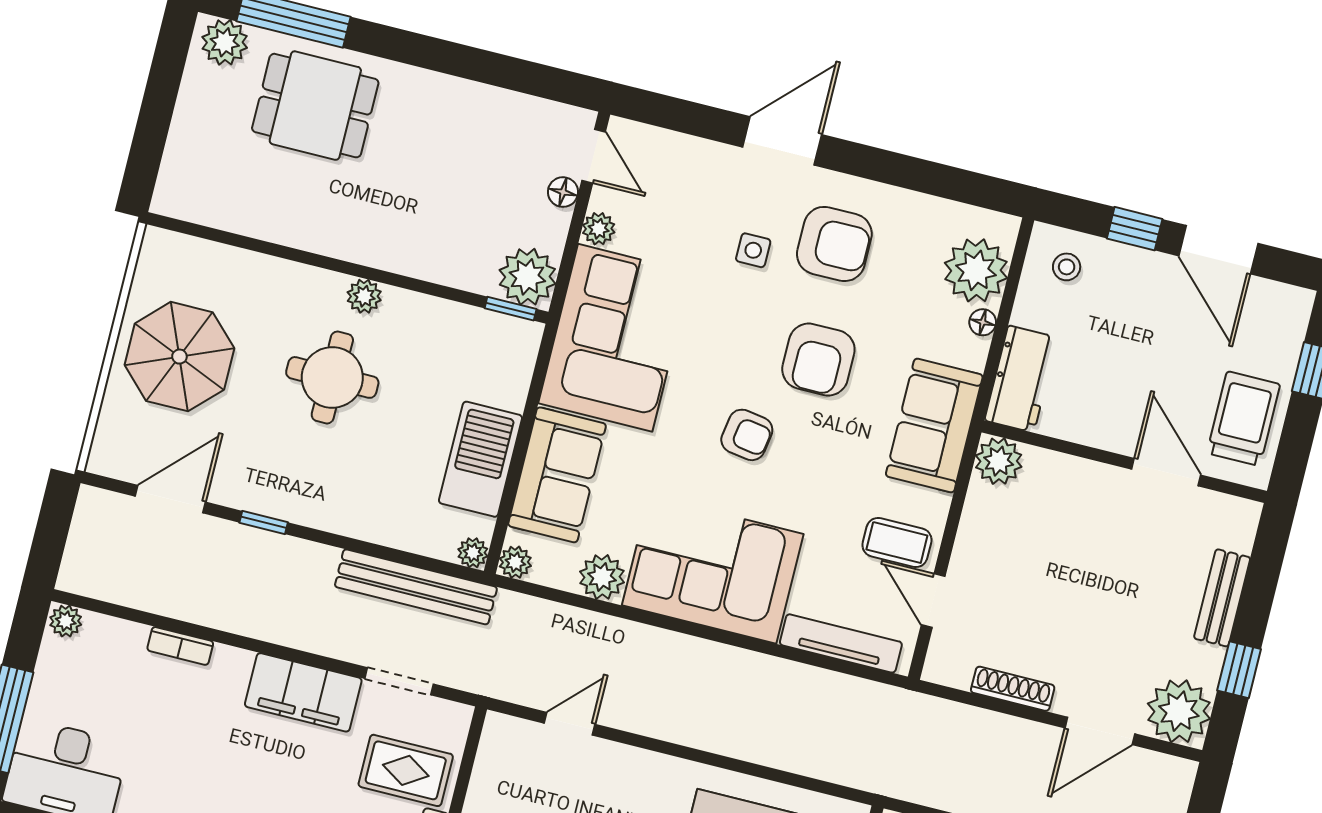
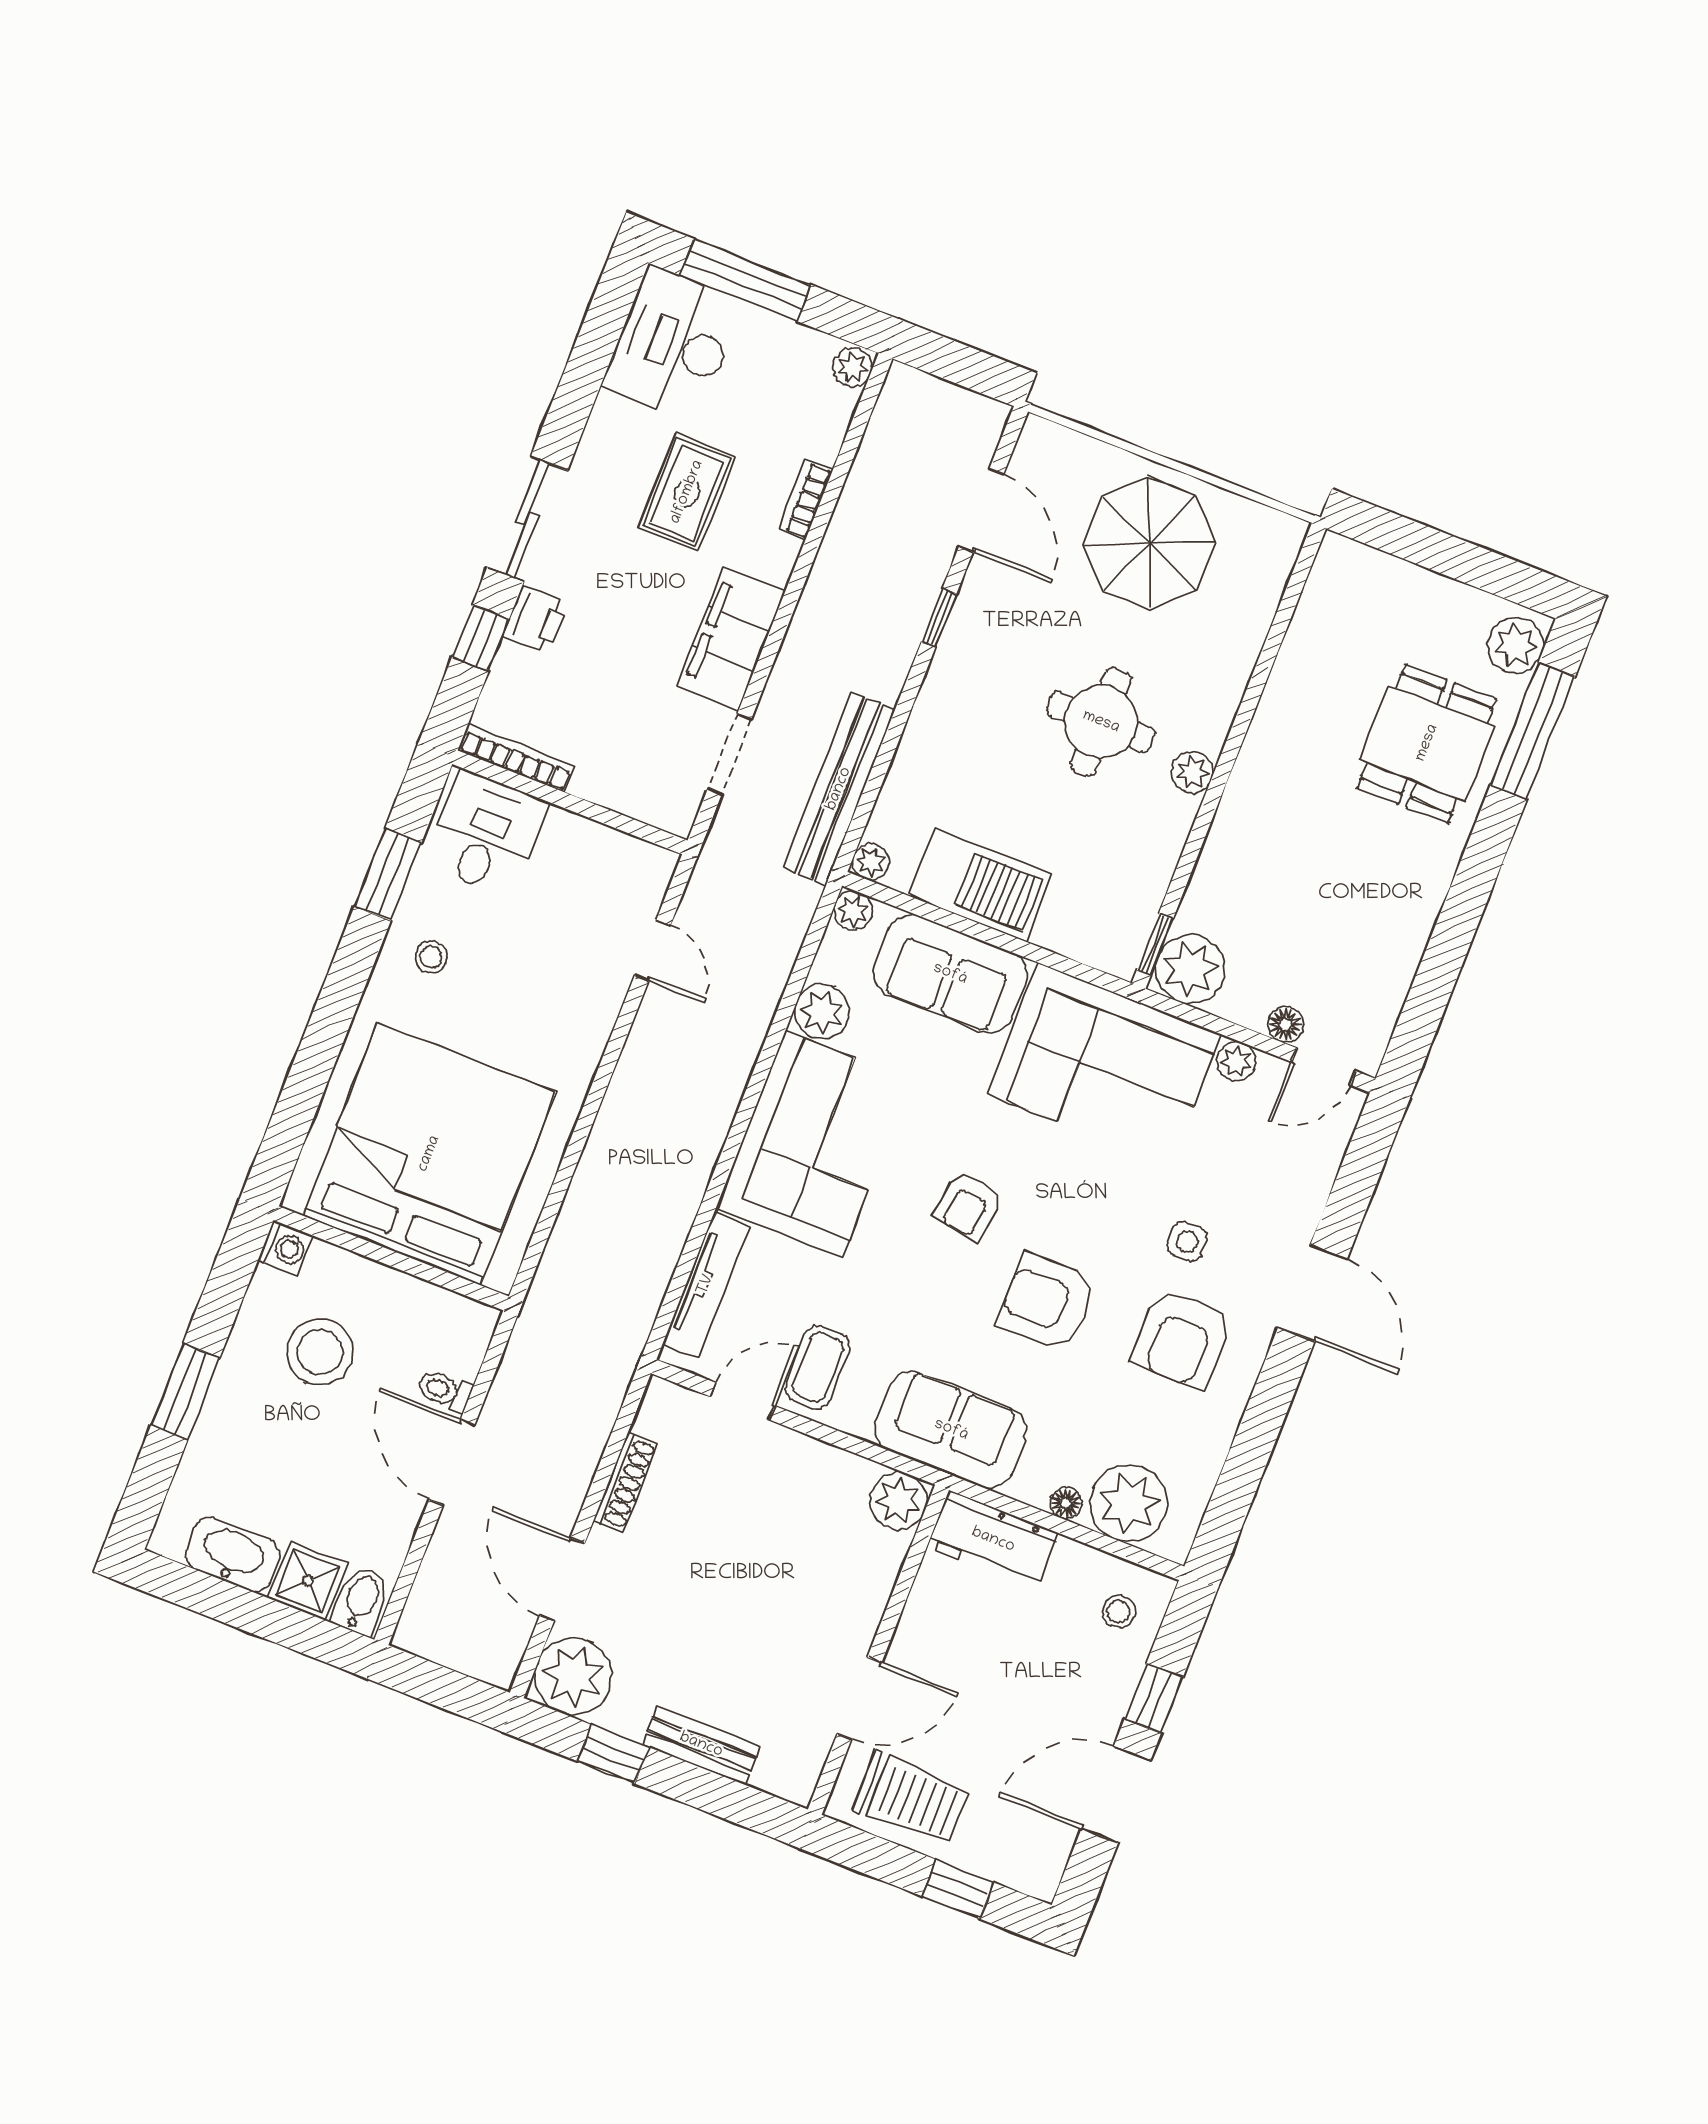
rug: (406, 770) -> (687, 492), moved

